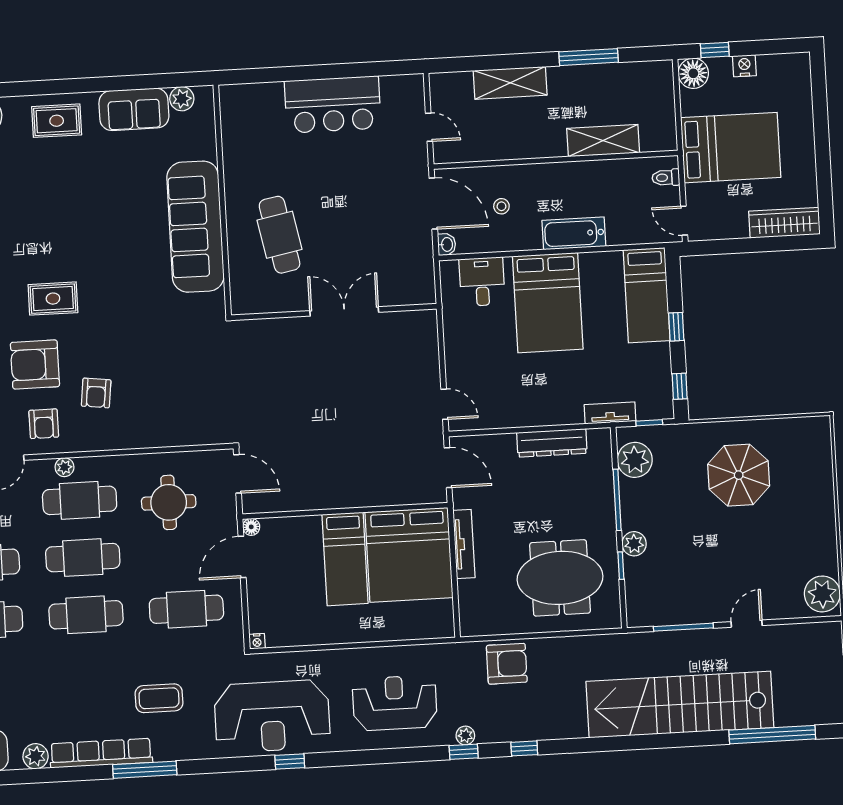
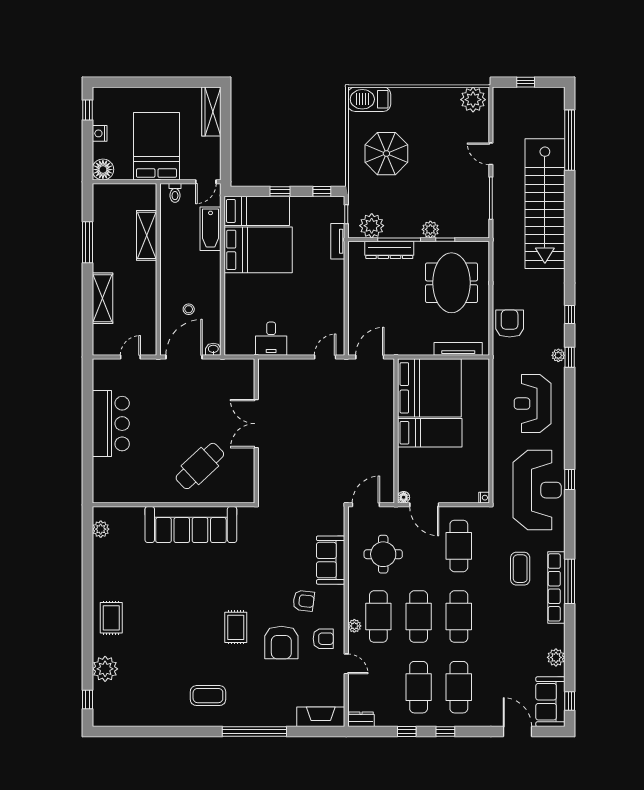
window: (715, 50) -> (87, 110), moved
sofa: (134, 109) -> (331, 560), moved, turned 180
bathtub: (574, 233) -> (211, 229), moved
cafe table: (280, 235) -> (200, 466), turned -32
desk: (482, 282) -> (271, 339), moved, turned -90
bed: (548, 303) -> (258, 250), moved
dresser: (552, 443) -> (389, 250), moved, turned 90
barbecue: (814, 446) -> (369, 99), added
tv unit: (464, 544) -> (458, 349), moved
row of seats: (101, 753) -> (556, 587), moved

